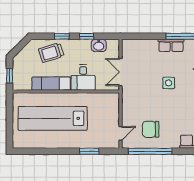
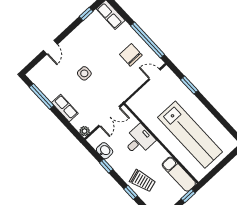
window: (62, 36) -> (131, 192), moved
plant: (127, 44) -> (85, 131), added
row of seats: (171, 45) -> (65, 108), moved
exam couch: (51, 84) -> (179, 174), moved
chair: (151, 129) -> (131, 55), turned 180

